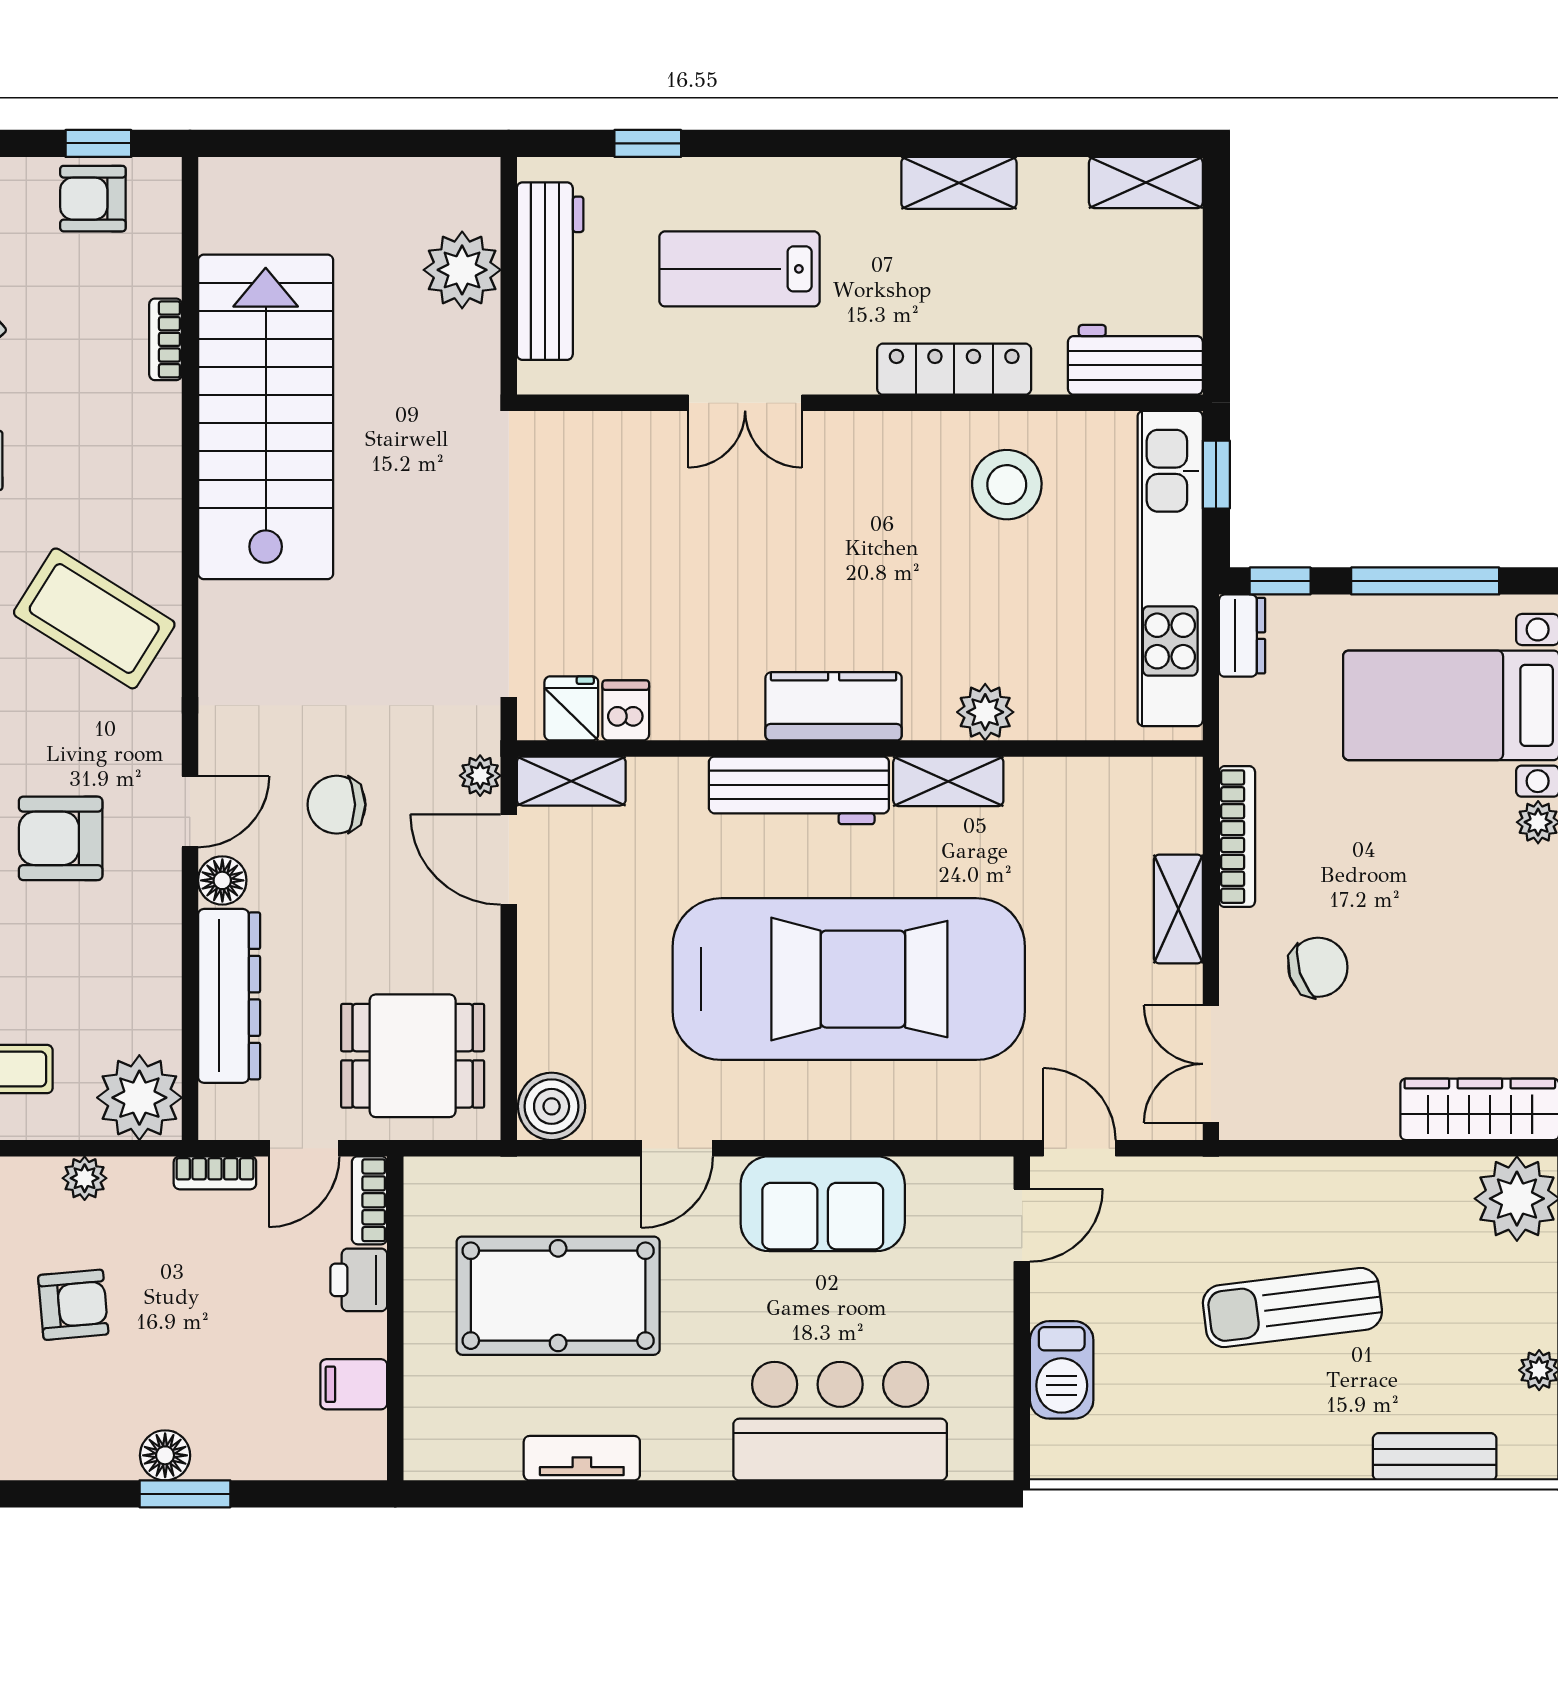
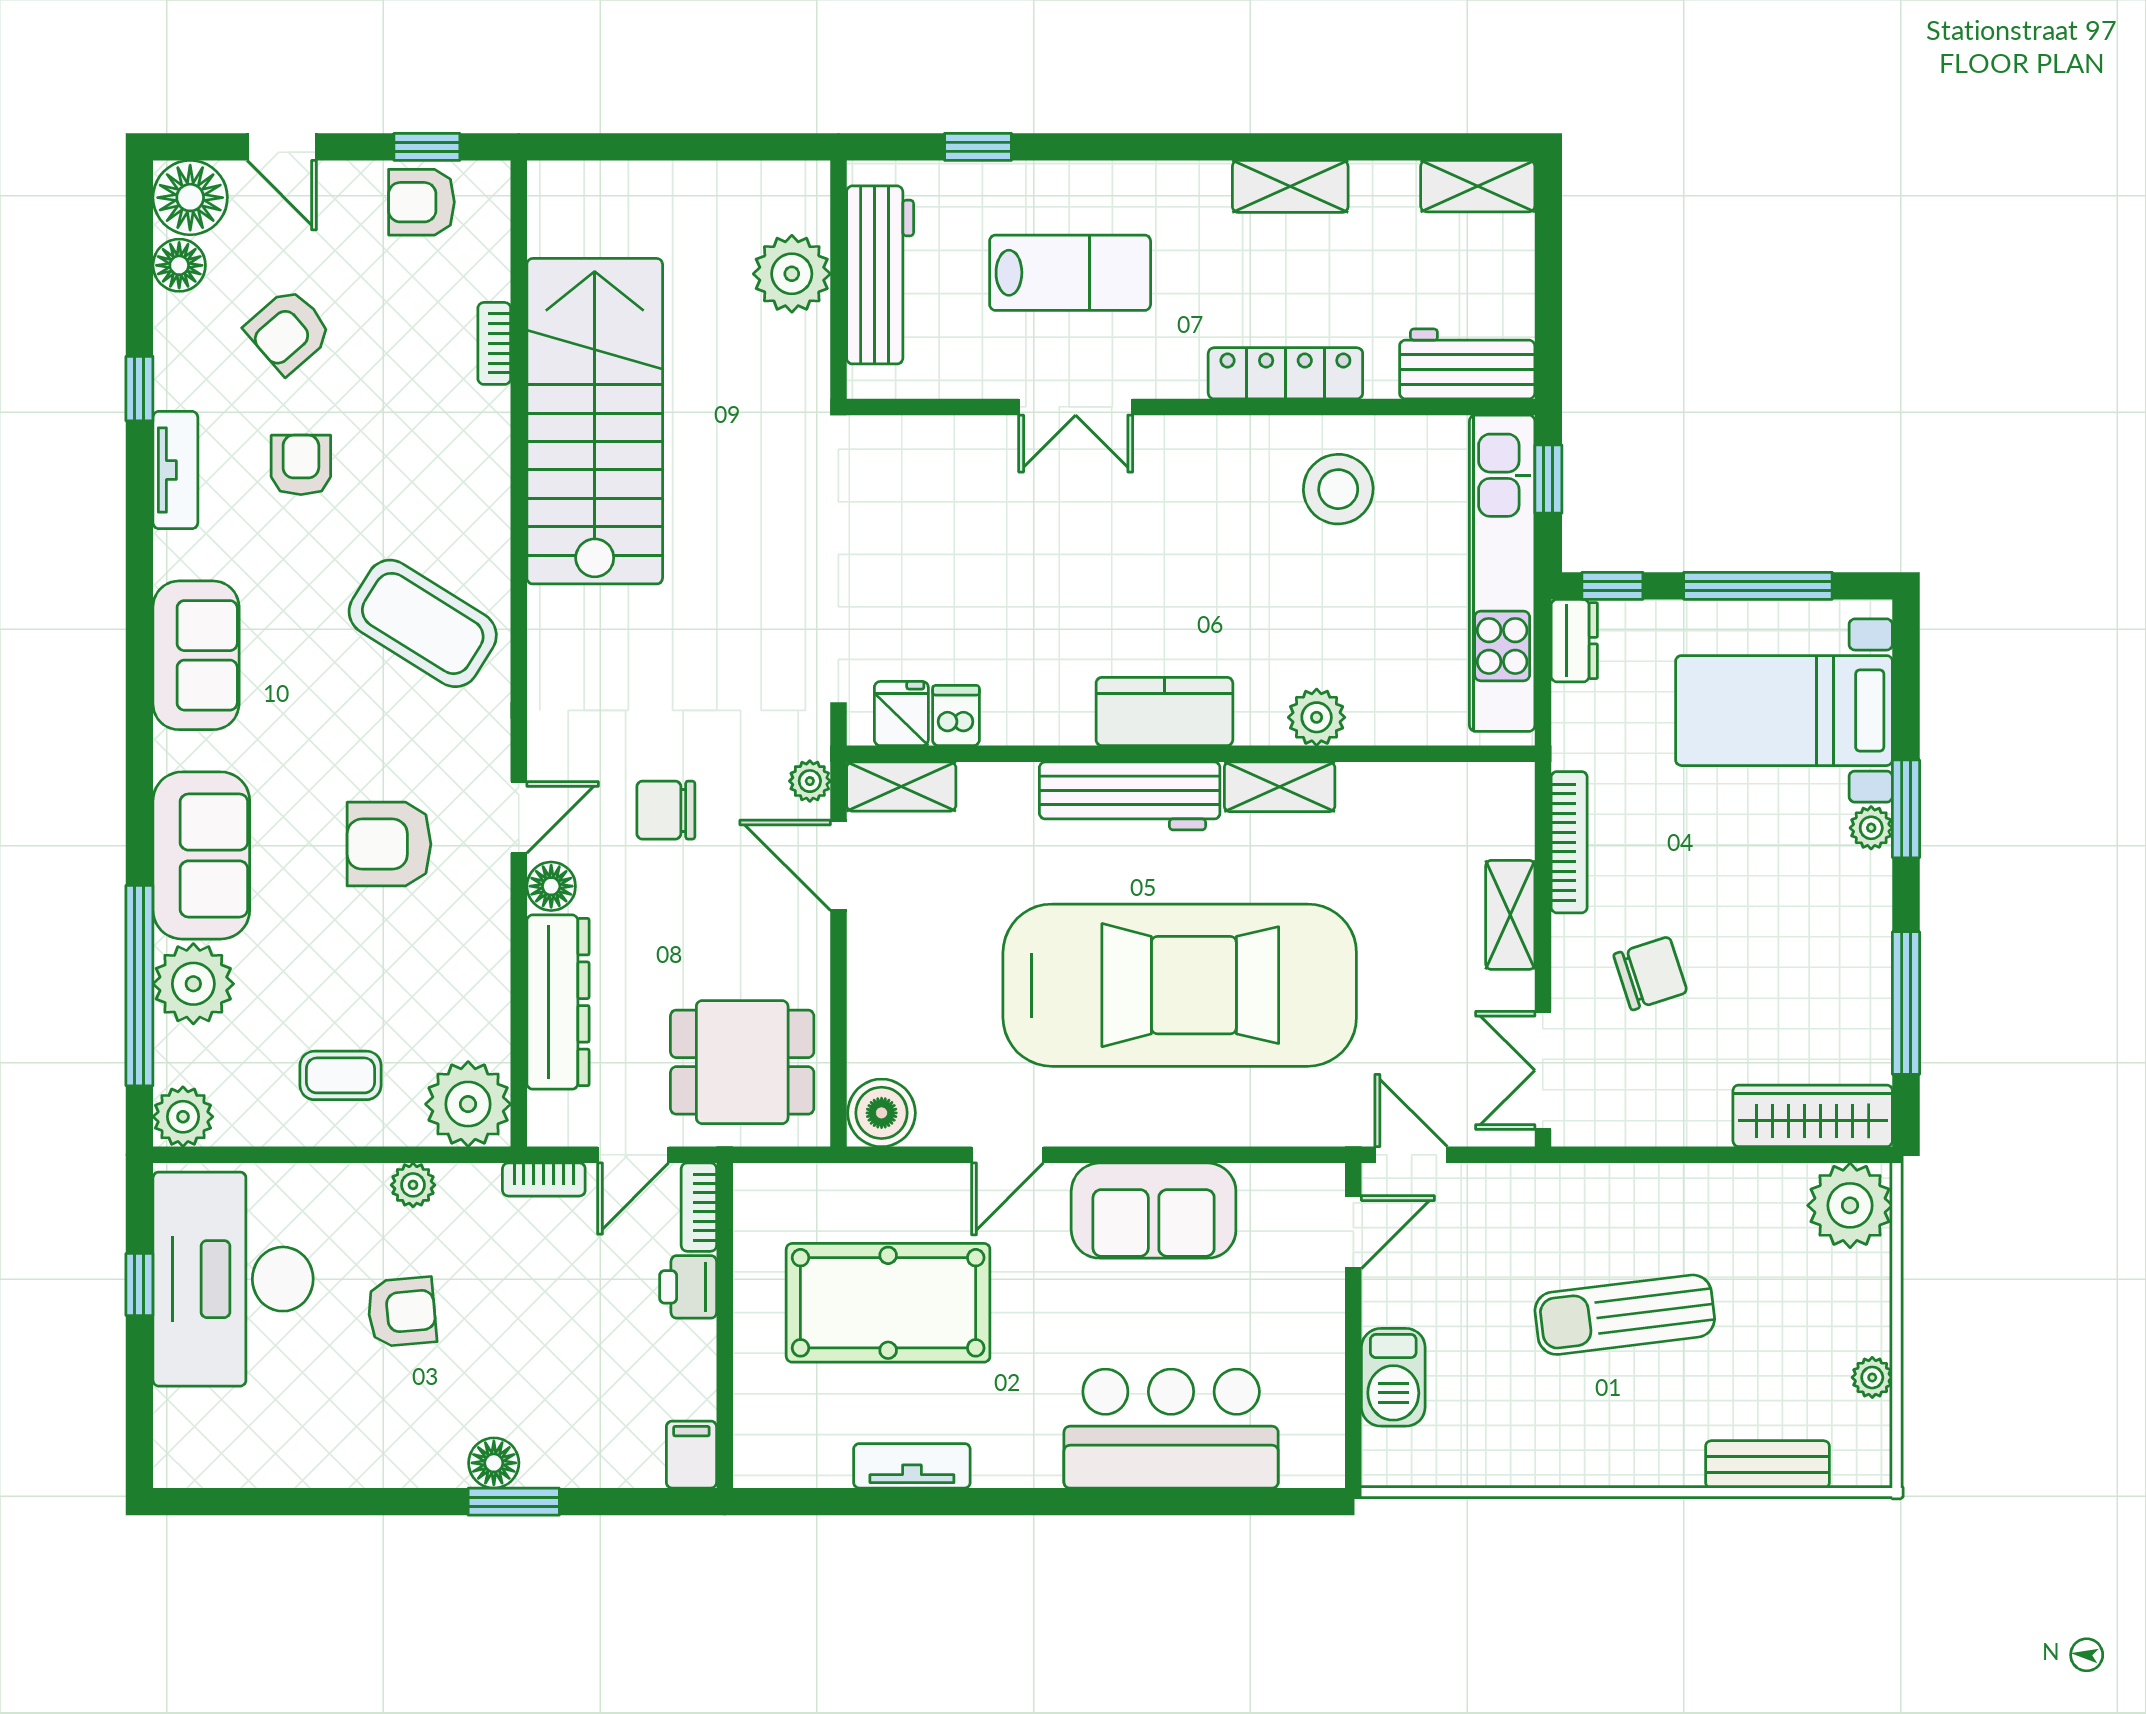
lab bench: (739, 269) -> (1070, 273), turned 180
filing cabinet: (354, 1384) -> (691, 1455), moved, turned 90

